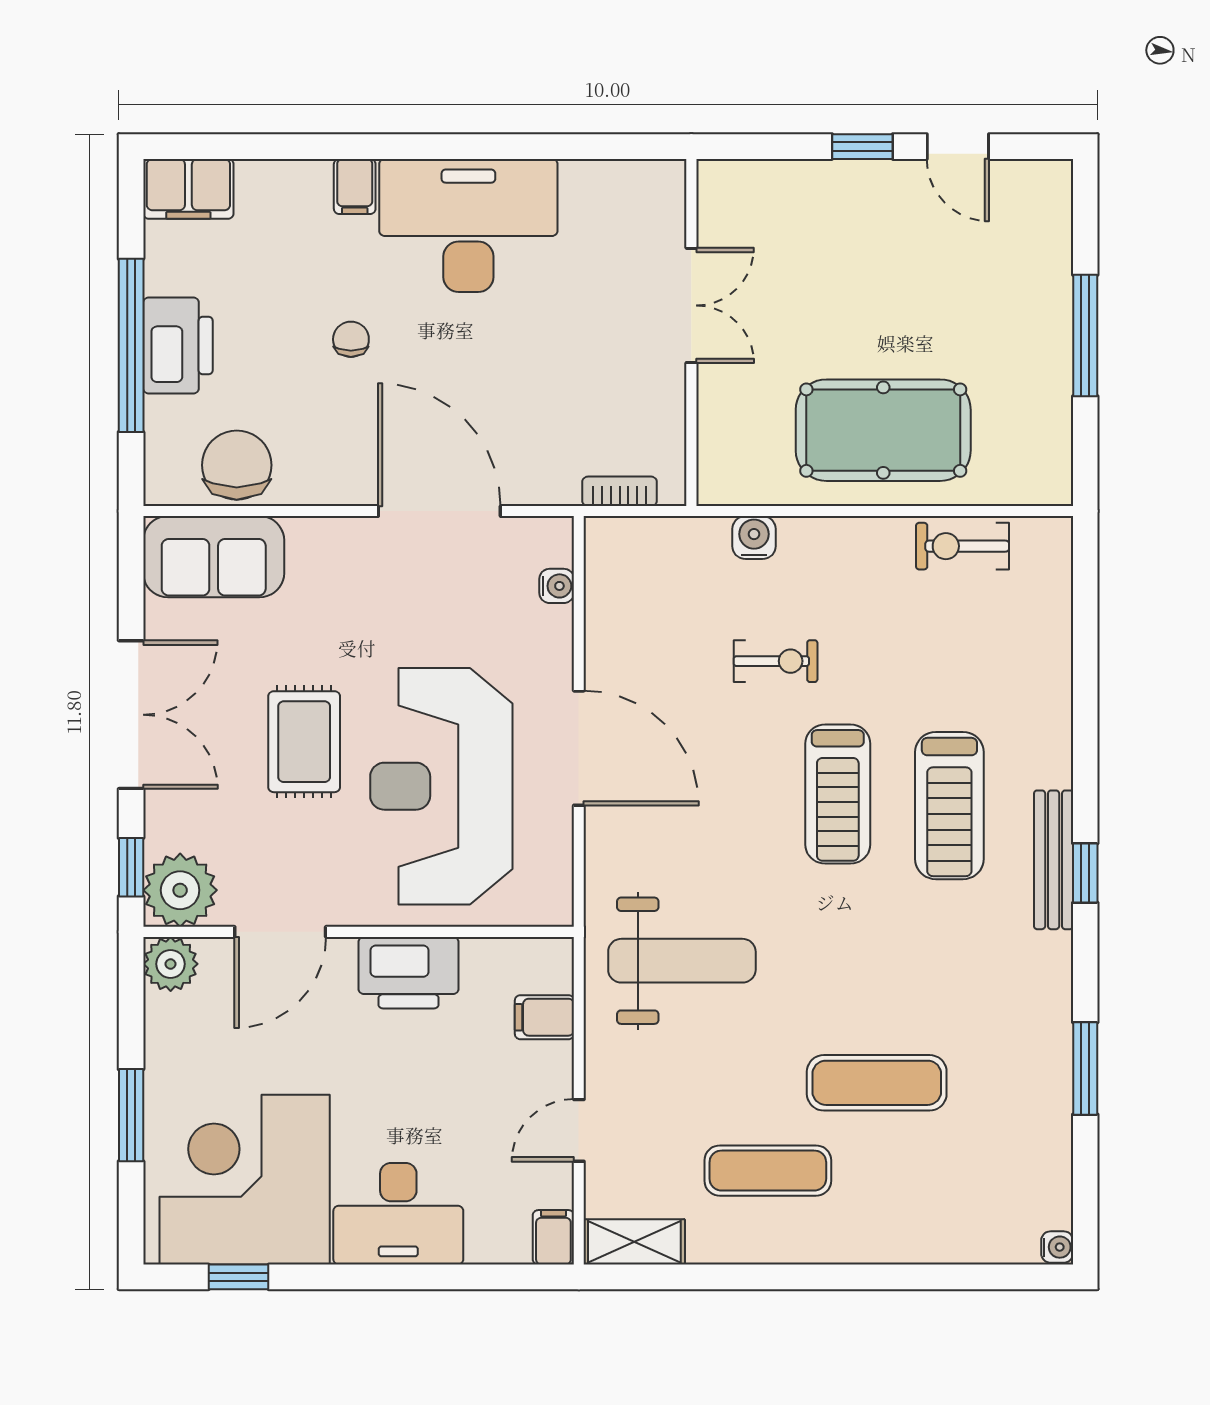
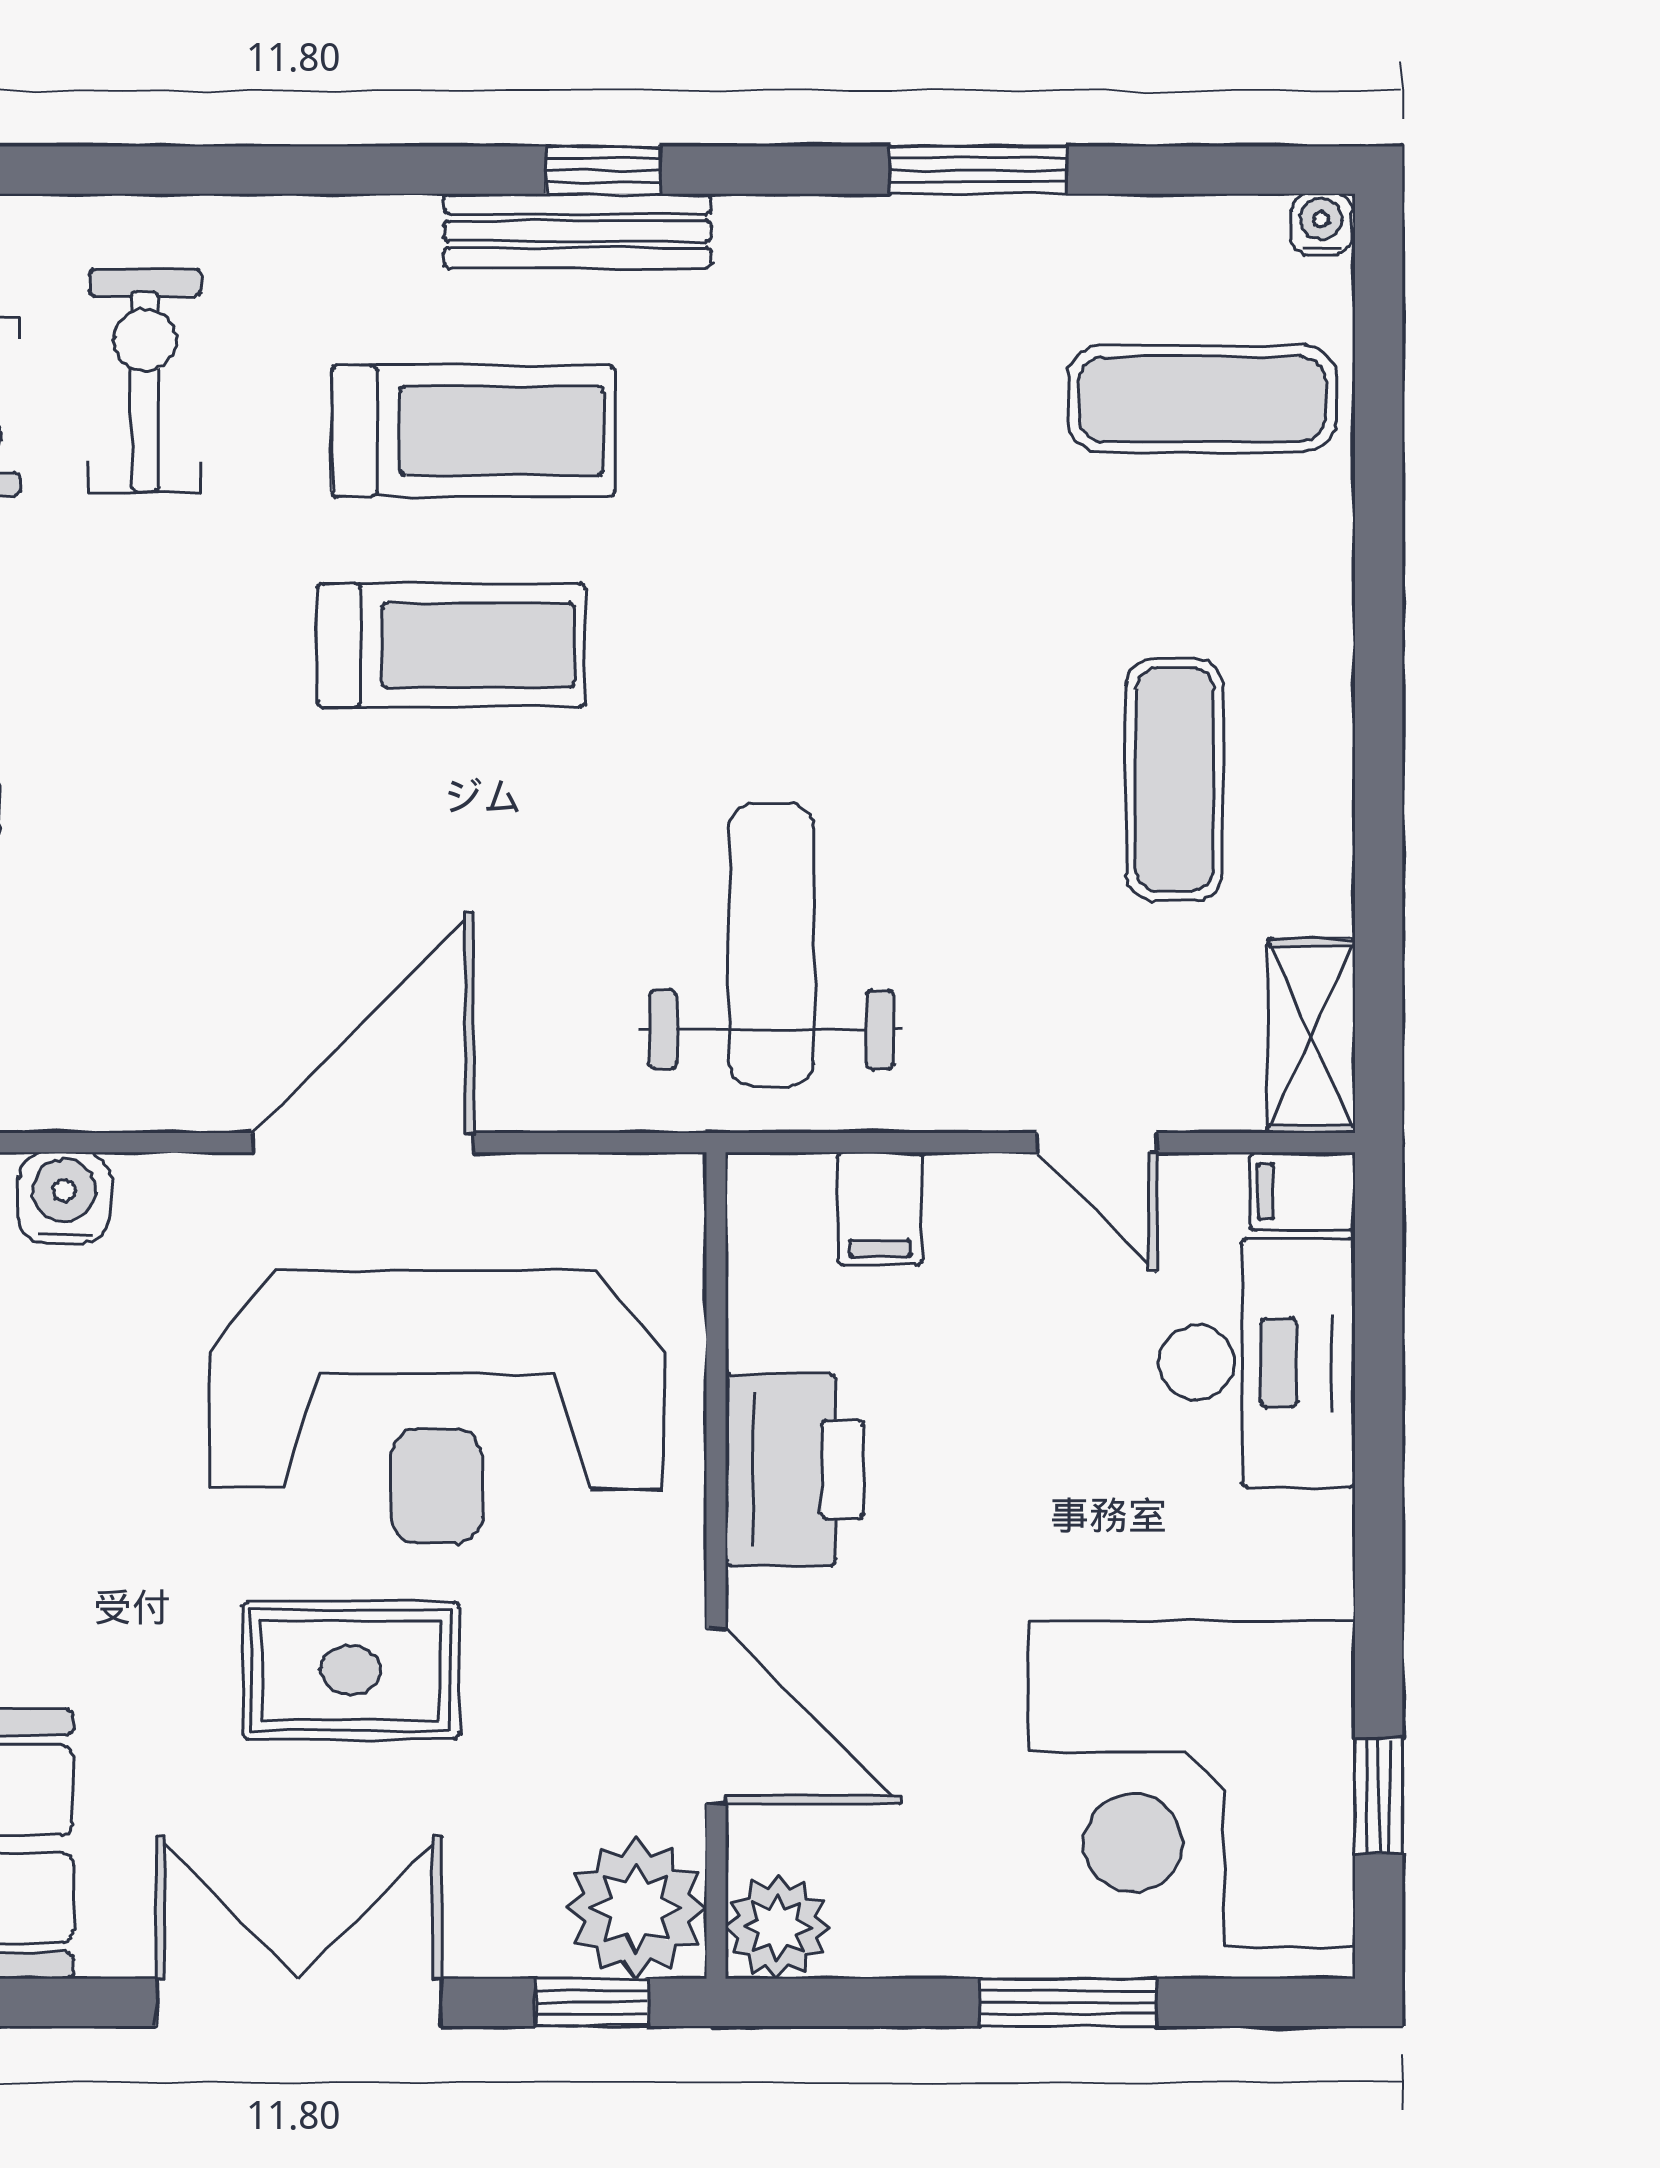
water cooler: (557, 586) -> (64, 1198), width x1.38, depth x1.38
exercise bike: (776, 661) -> (145, 381), moved, width x1.38, depth x1.39
exercise mat: (877, 1083) -> (1202, 399), moved, turned 90
desk: (398, 1214) -> (1257, 1363), moved

